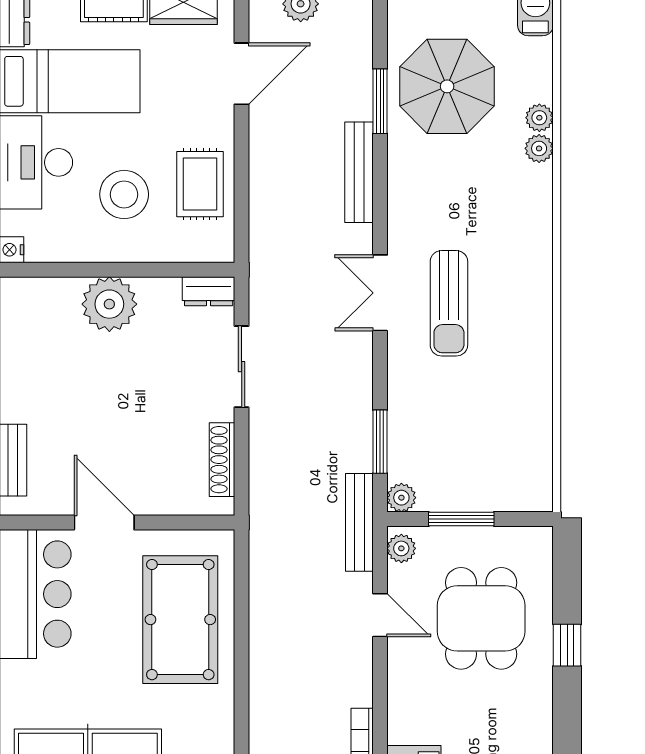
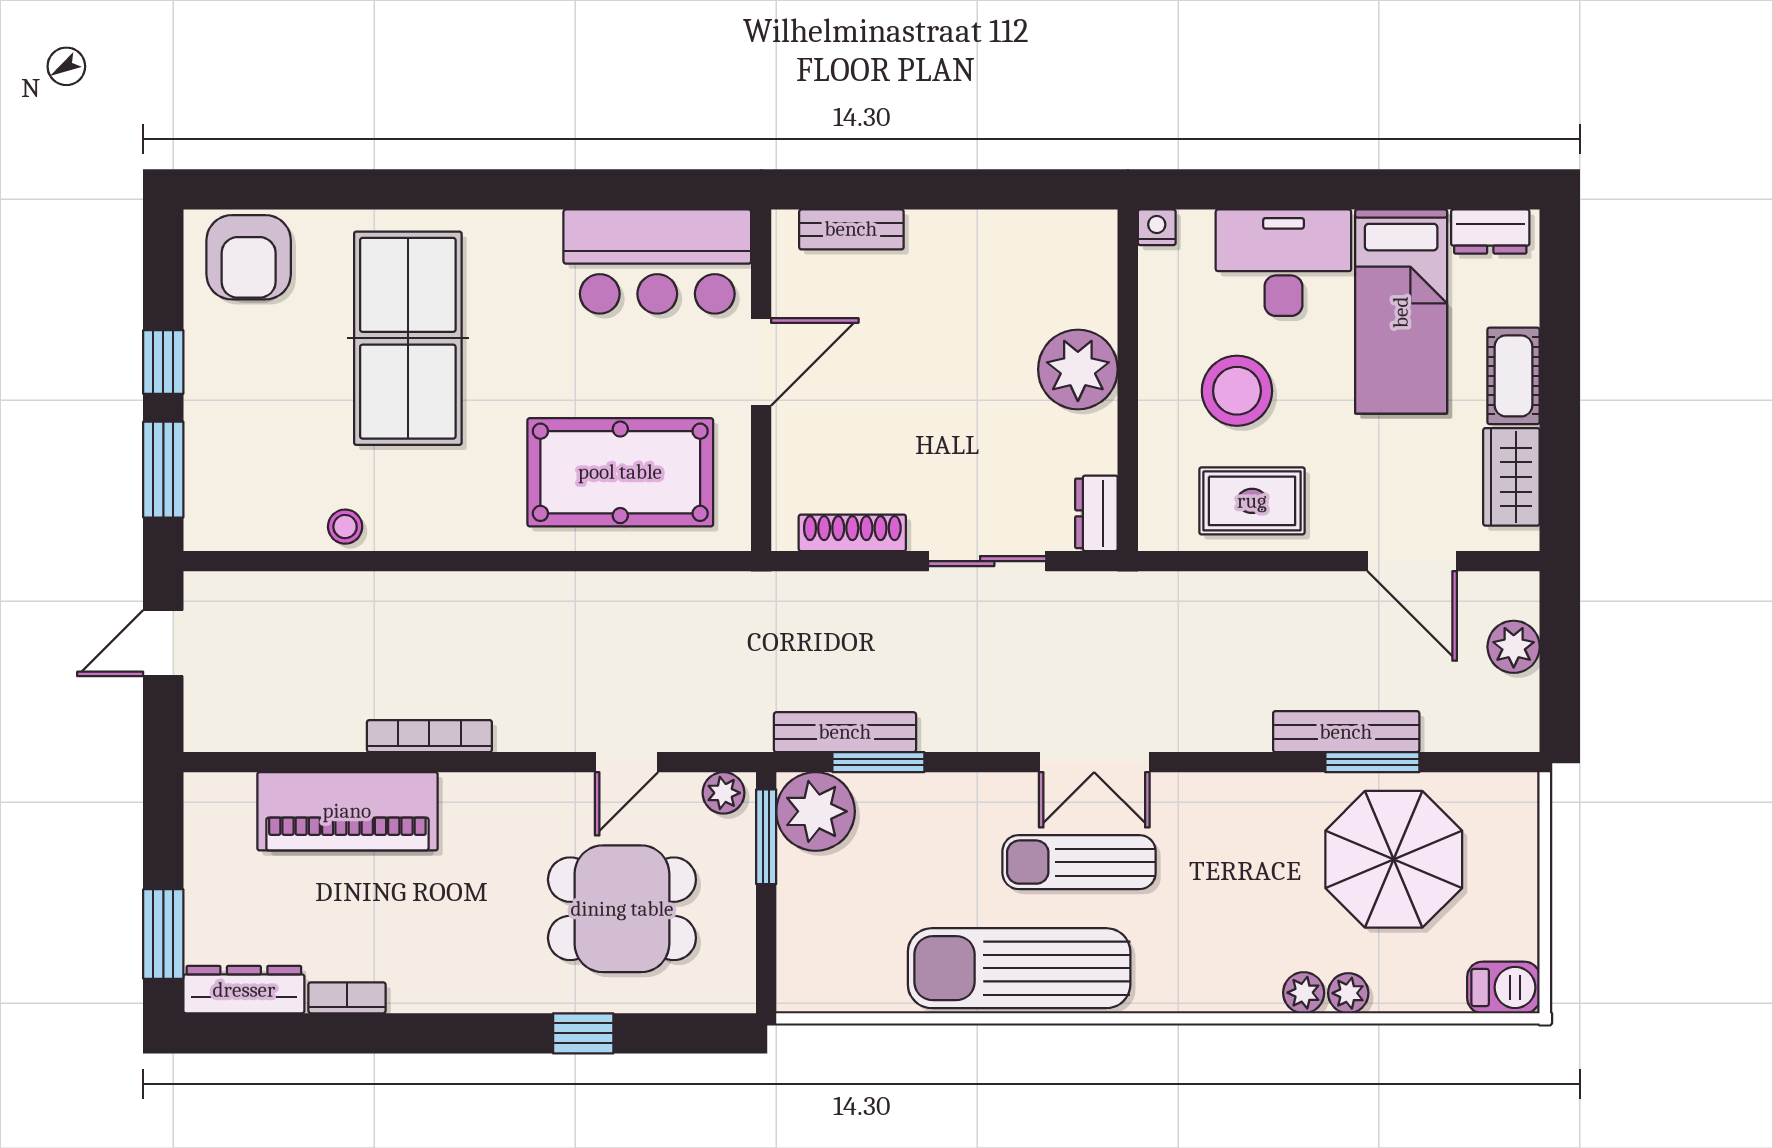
bench: (359, 172) -> (1346, 732), moved
double door: (380, 293) -> (1094, 762), swing flipped
sun lounger: (522, 345) -> (1019, 968), added
plant: (401, 498) -> (815, 811), width x1.87, depth x1.87
window: (461, 519) -> (766, 837), moved
bench: (359, 522) -> (845, 732), moved

